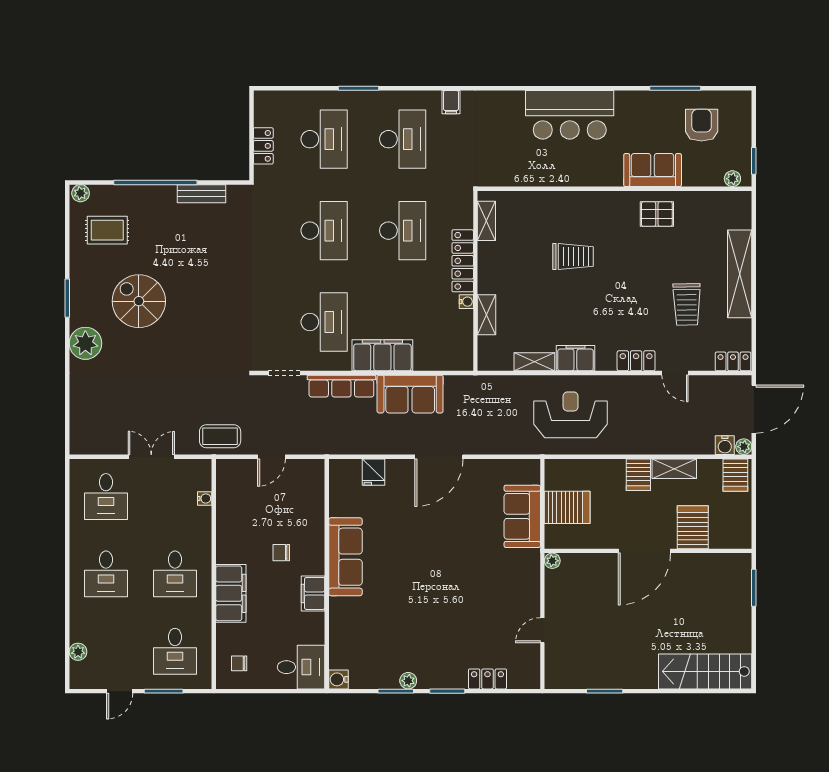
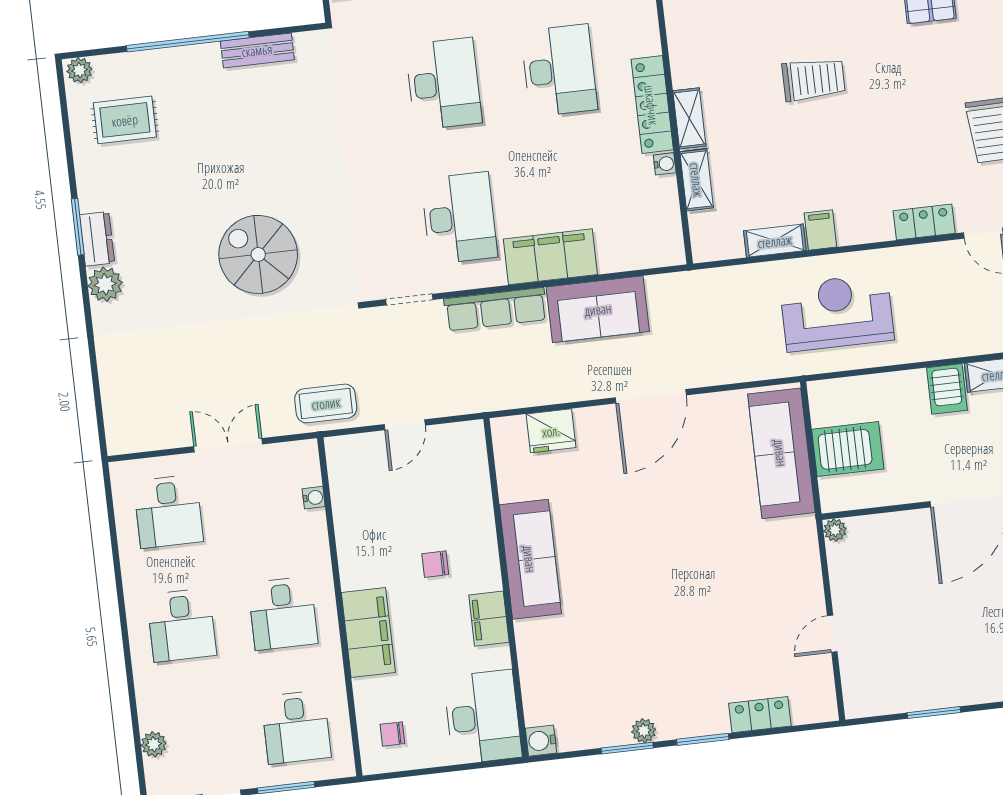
shelving: (486, 221) -> (689, 118), moved
spiral stairs: (139, 301) -> (258, 254), moved
dresser: (79, 308) -> (97, 239), added
plant: (85, 343) -> (105, 284), width x0.73, depth x0.73
filing cabinet: (575, 358) -> (820, 230), width x0.50
fridge: (374, 472) -> (551, 431), width x1.38
sofa: (522, 516) -> (781, 453), width x1.36
desk: (301, 667) -> (483, 717), width x1.37

